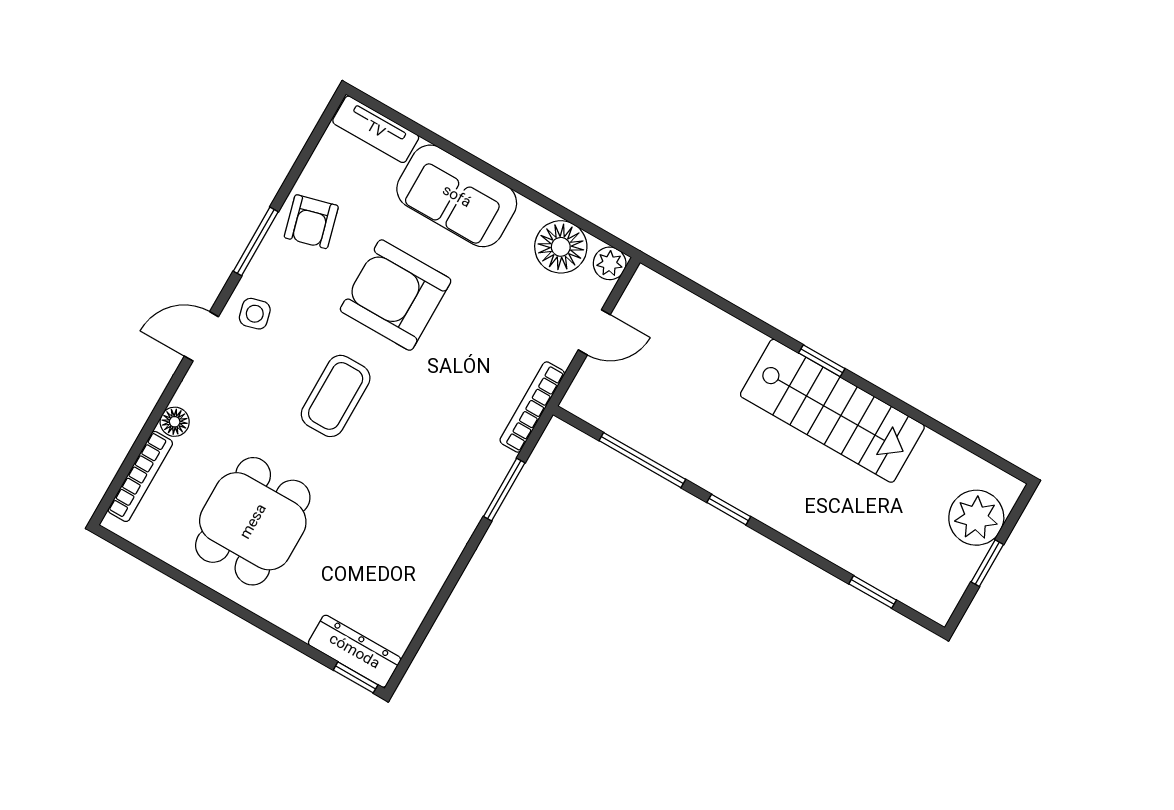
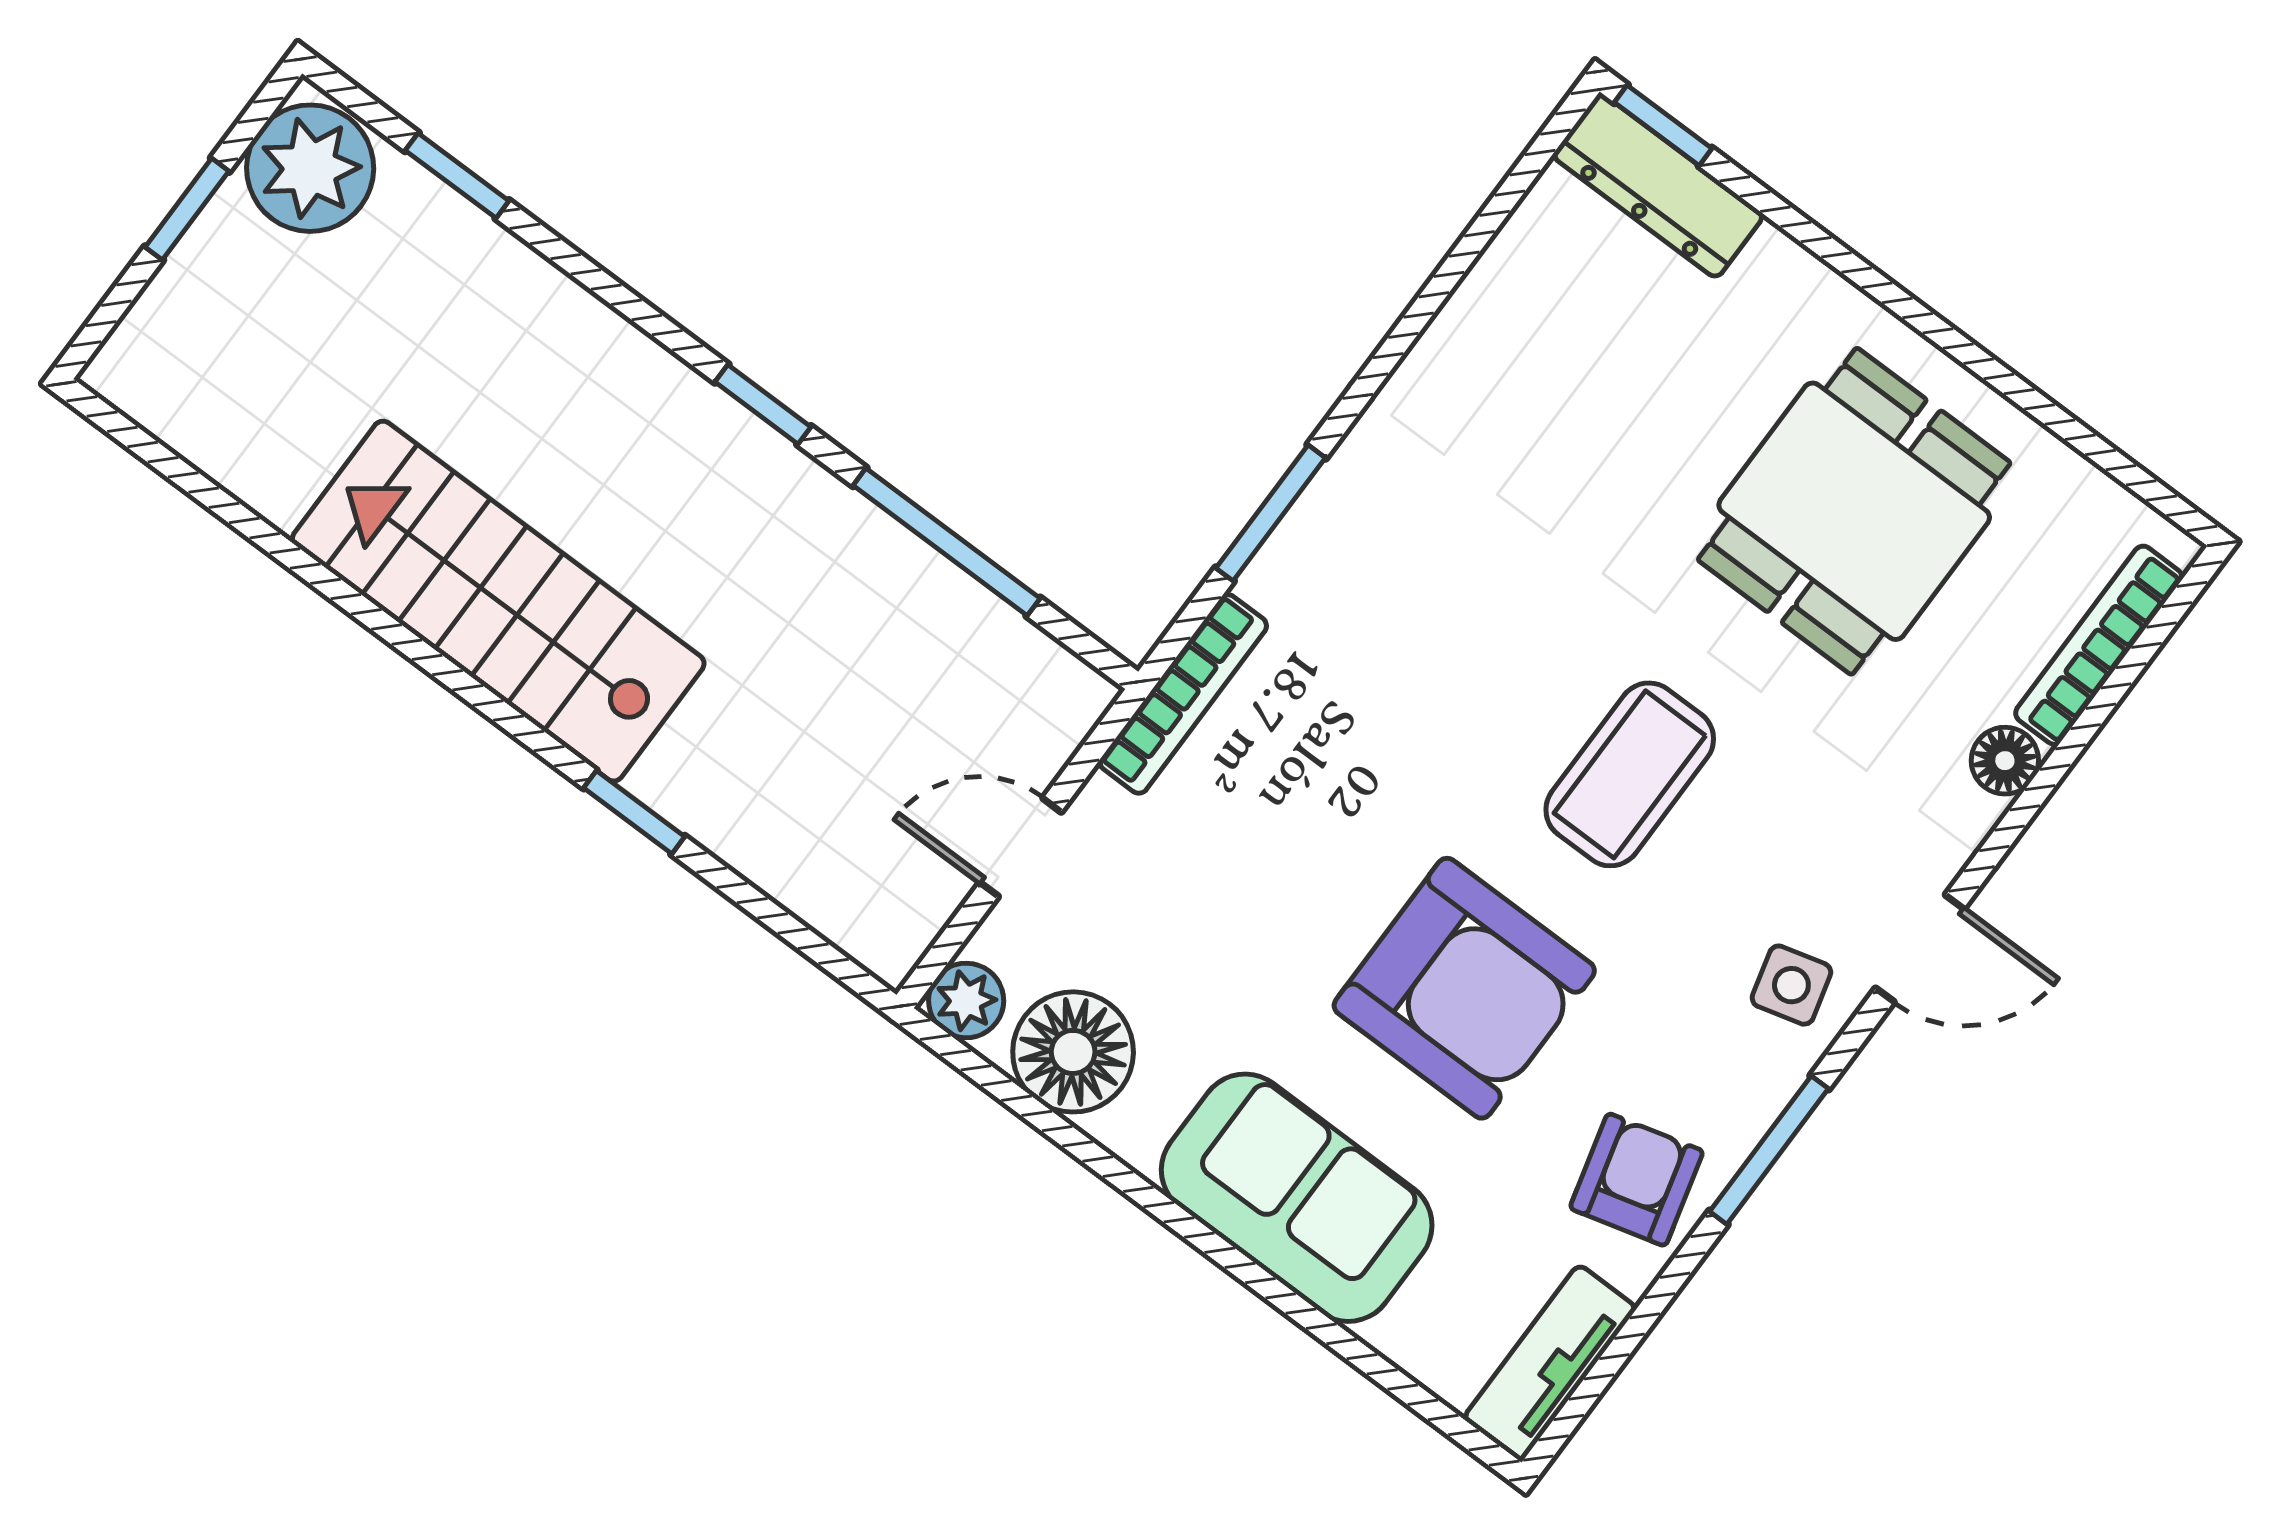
tv unit: (376, 129) -> (1550, 1363), moved, turned -90
window: (822, 361) -> (634, 812), moved
plant: (976, 518) -> (310, 168), moved

